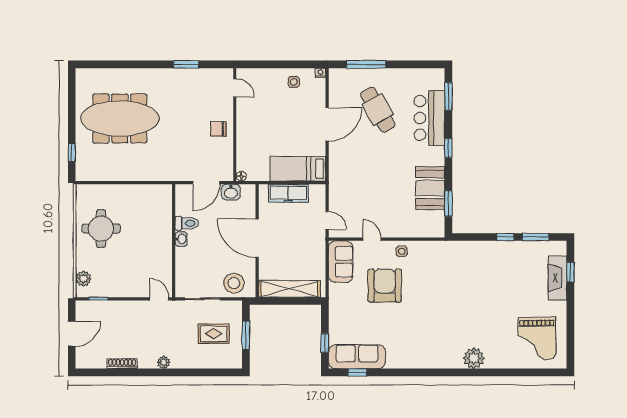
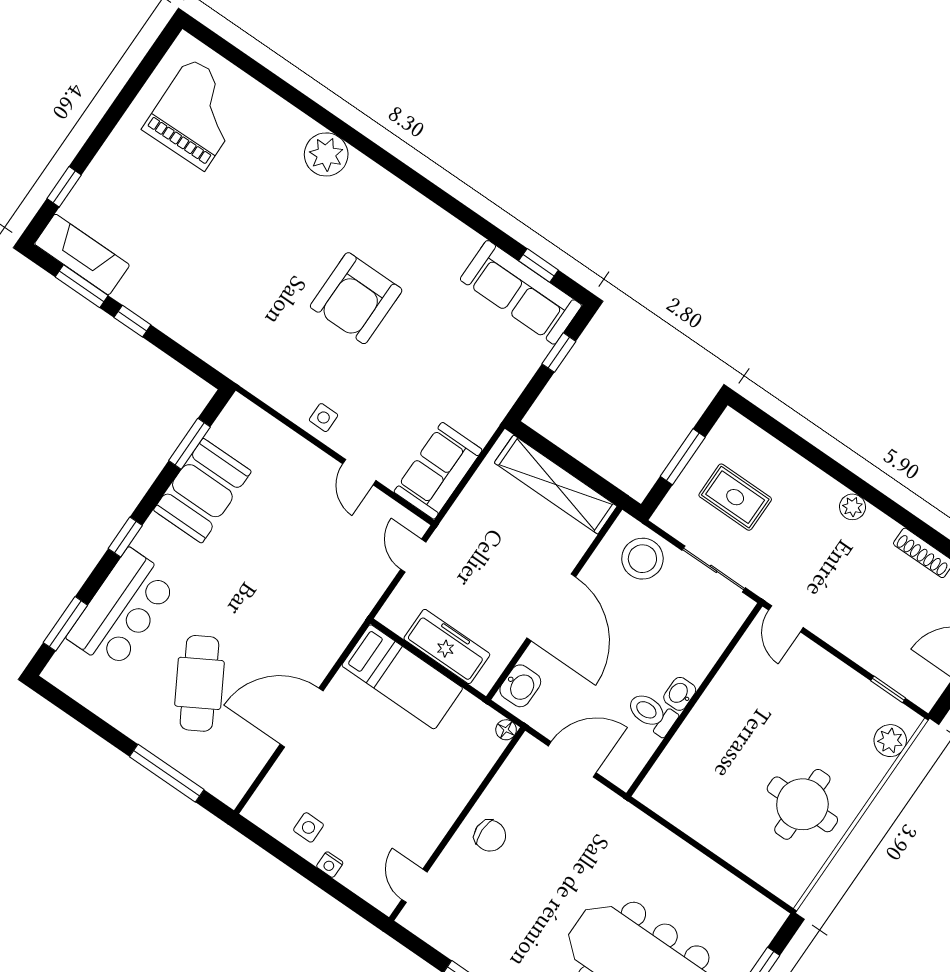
nightstand: (320, 73) -> (330, 865), moved
washbasin: (231, 192) -> (520, 686), moved, turned 90
fireplace: (558, 278) -> (82, 254), moved, turned -90
armchair: (385, 286) -> (356, 298), moved

